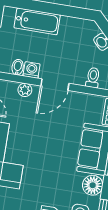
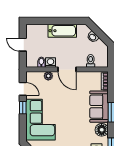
bathtub: (37, 21) -> (62, 31), moved
door: (55, 85) -> (67, 69), hinge flipped

